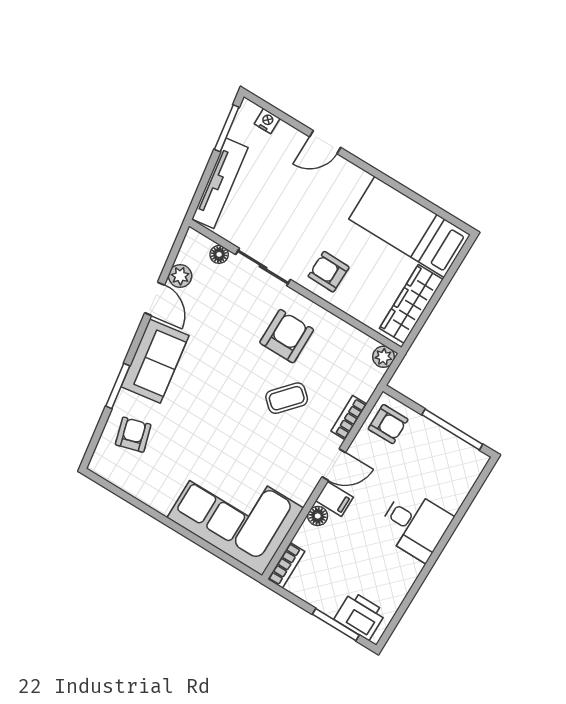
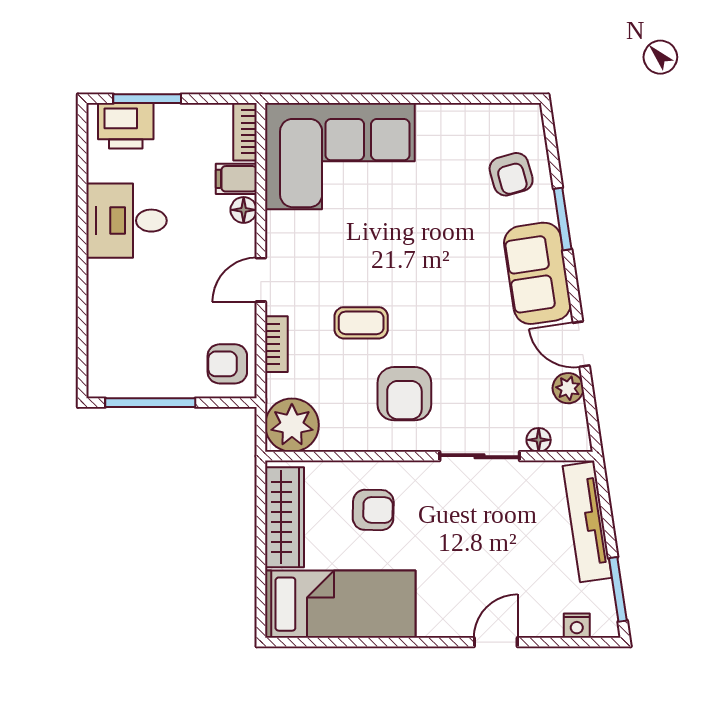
armchair: (329, 272) -> (373, 510), moved
plant: (383, 357) -> (292, 425), width x1.87, depth x1.87
coffee table: (287, 398) -> (361, 323), turned 48
filing cabinet: (334, 499) -> (236, 179), moved
desk: (415, 525) -> (126, 221), moved

